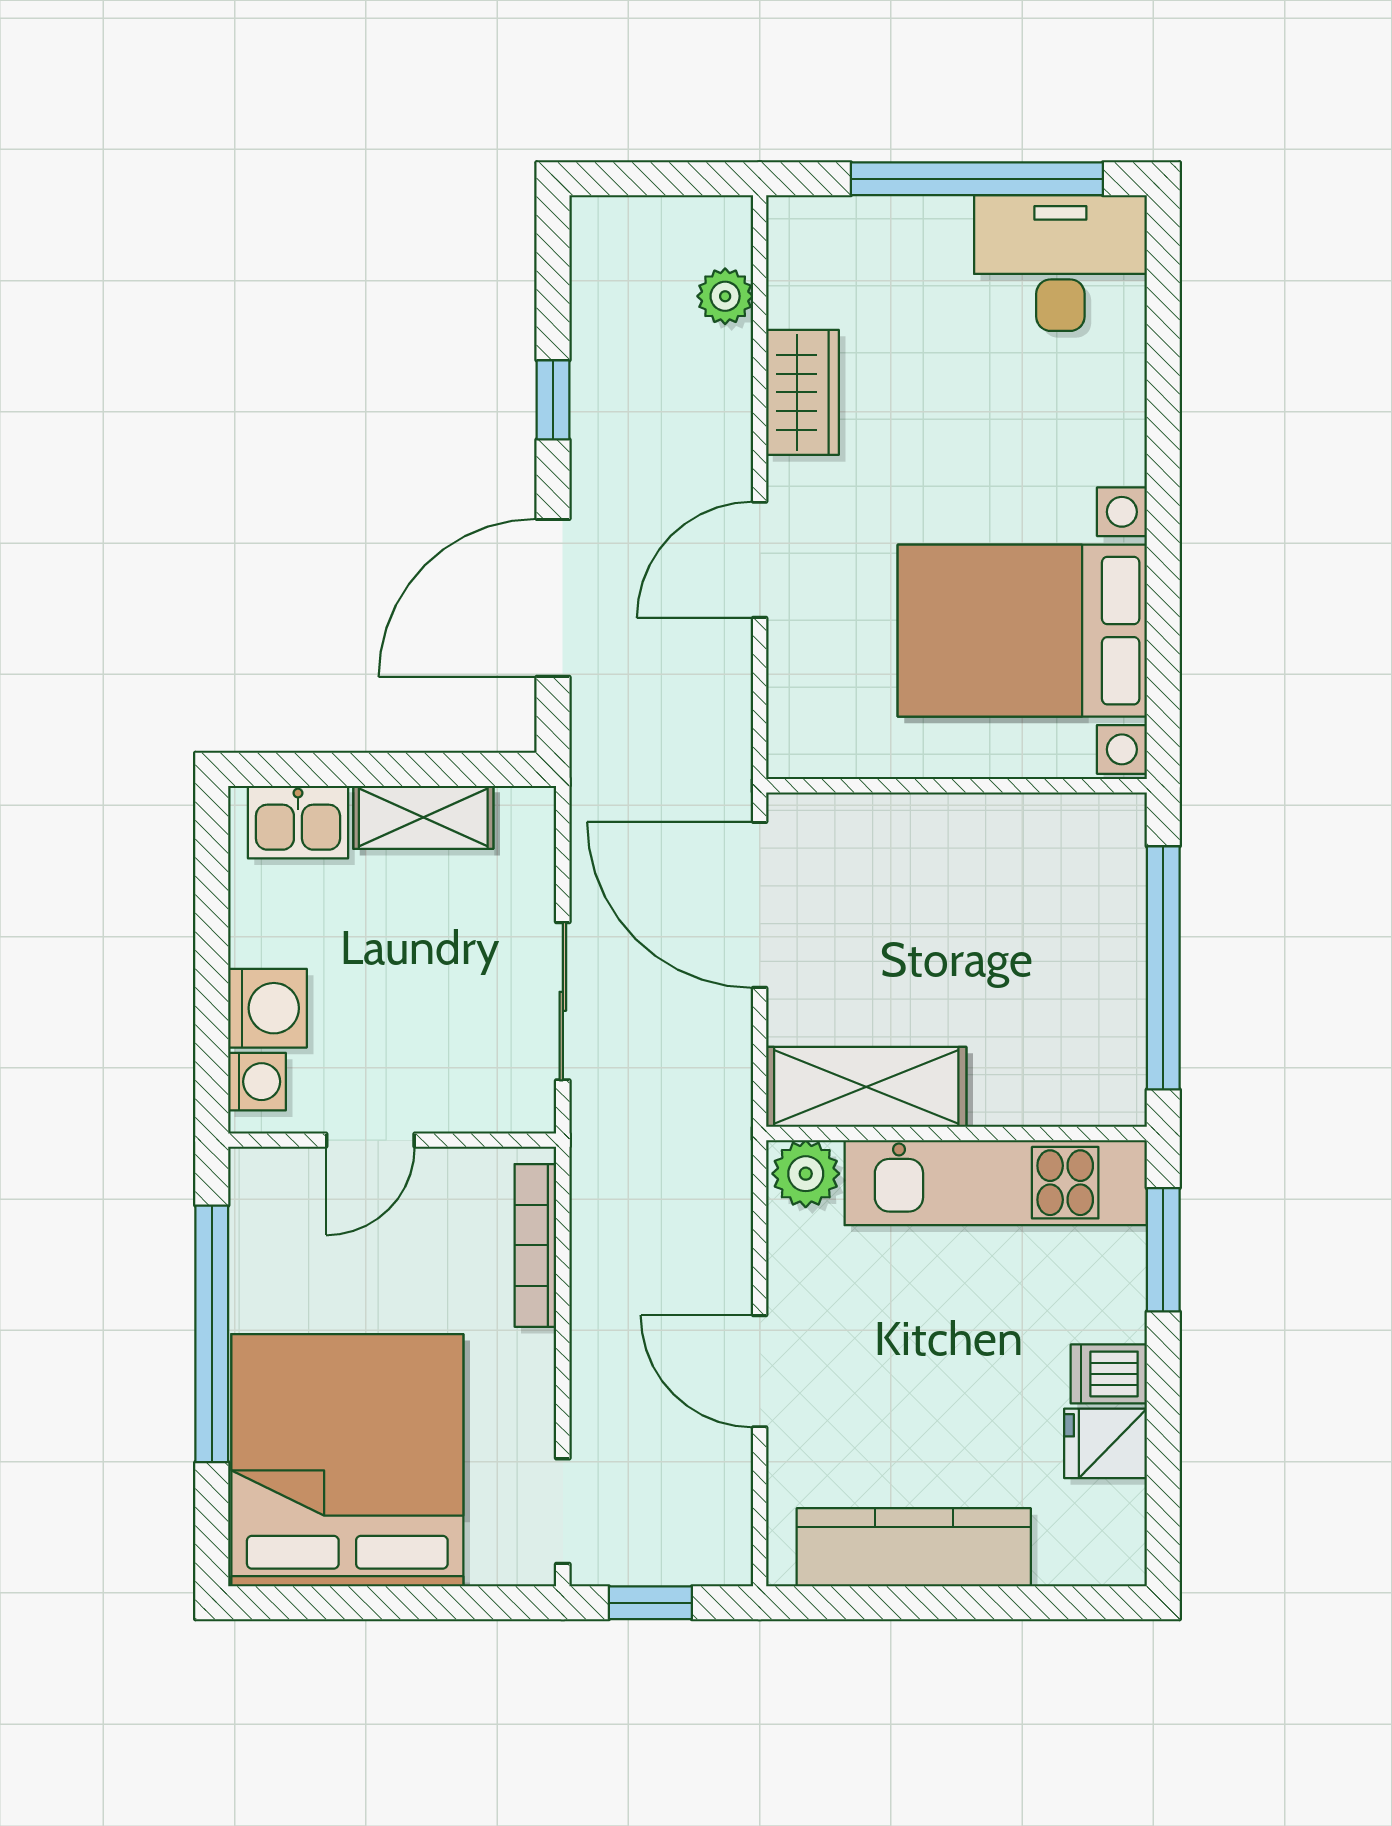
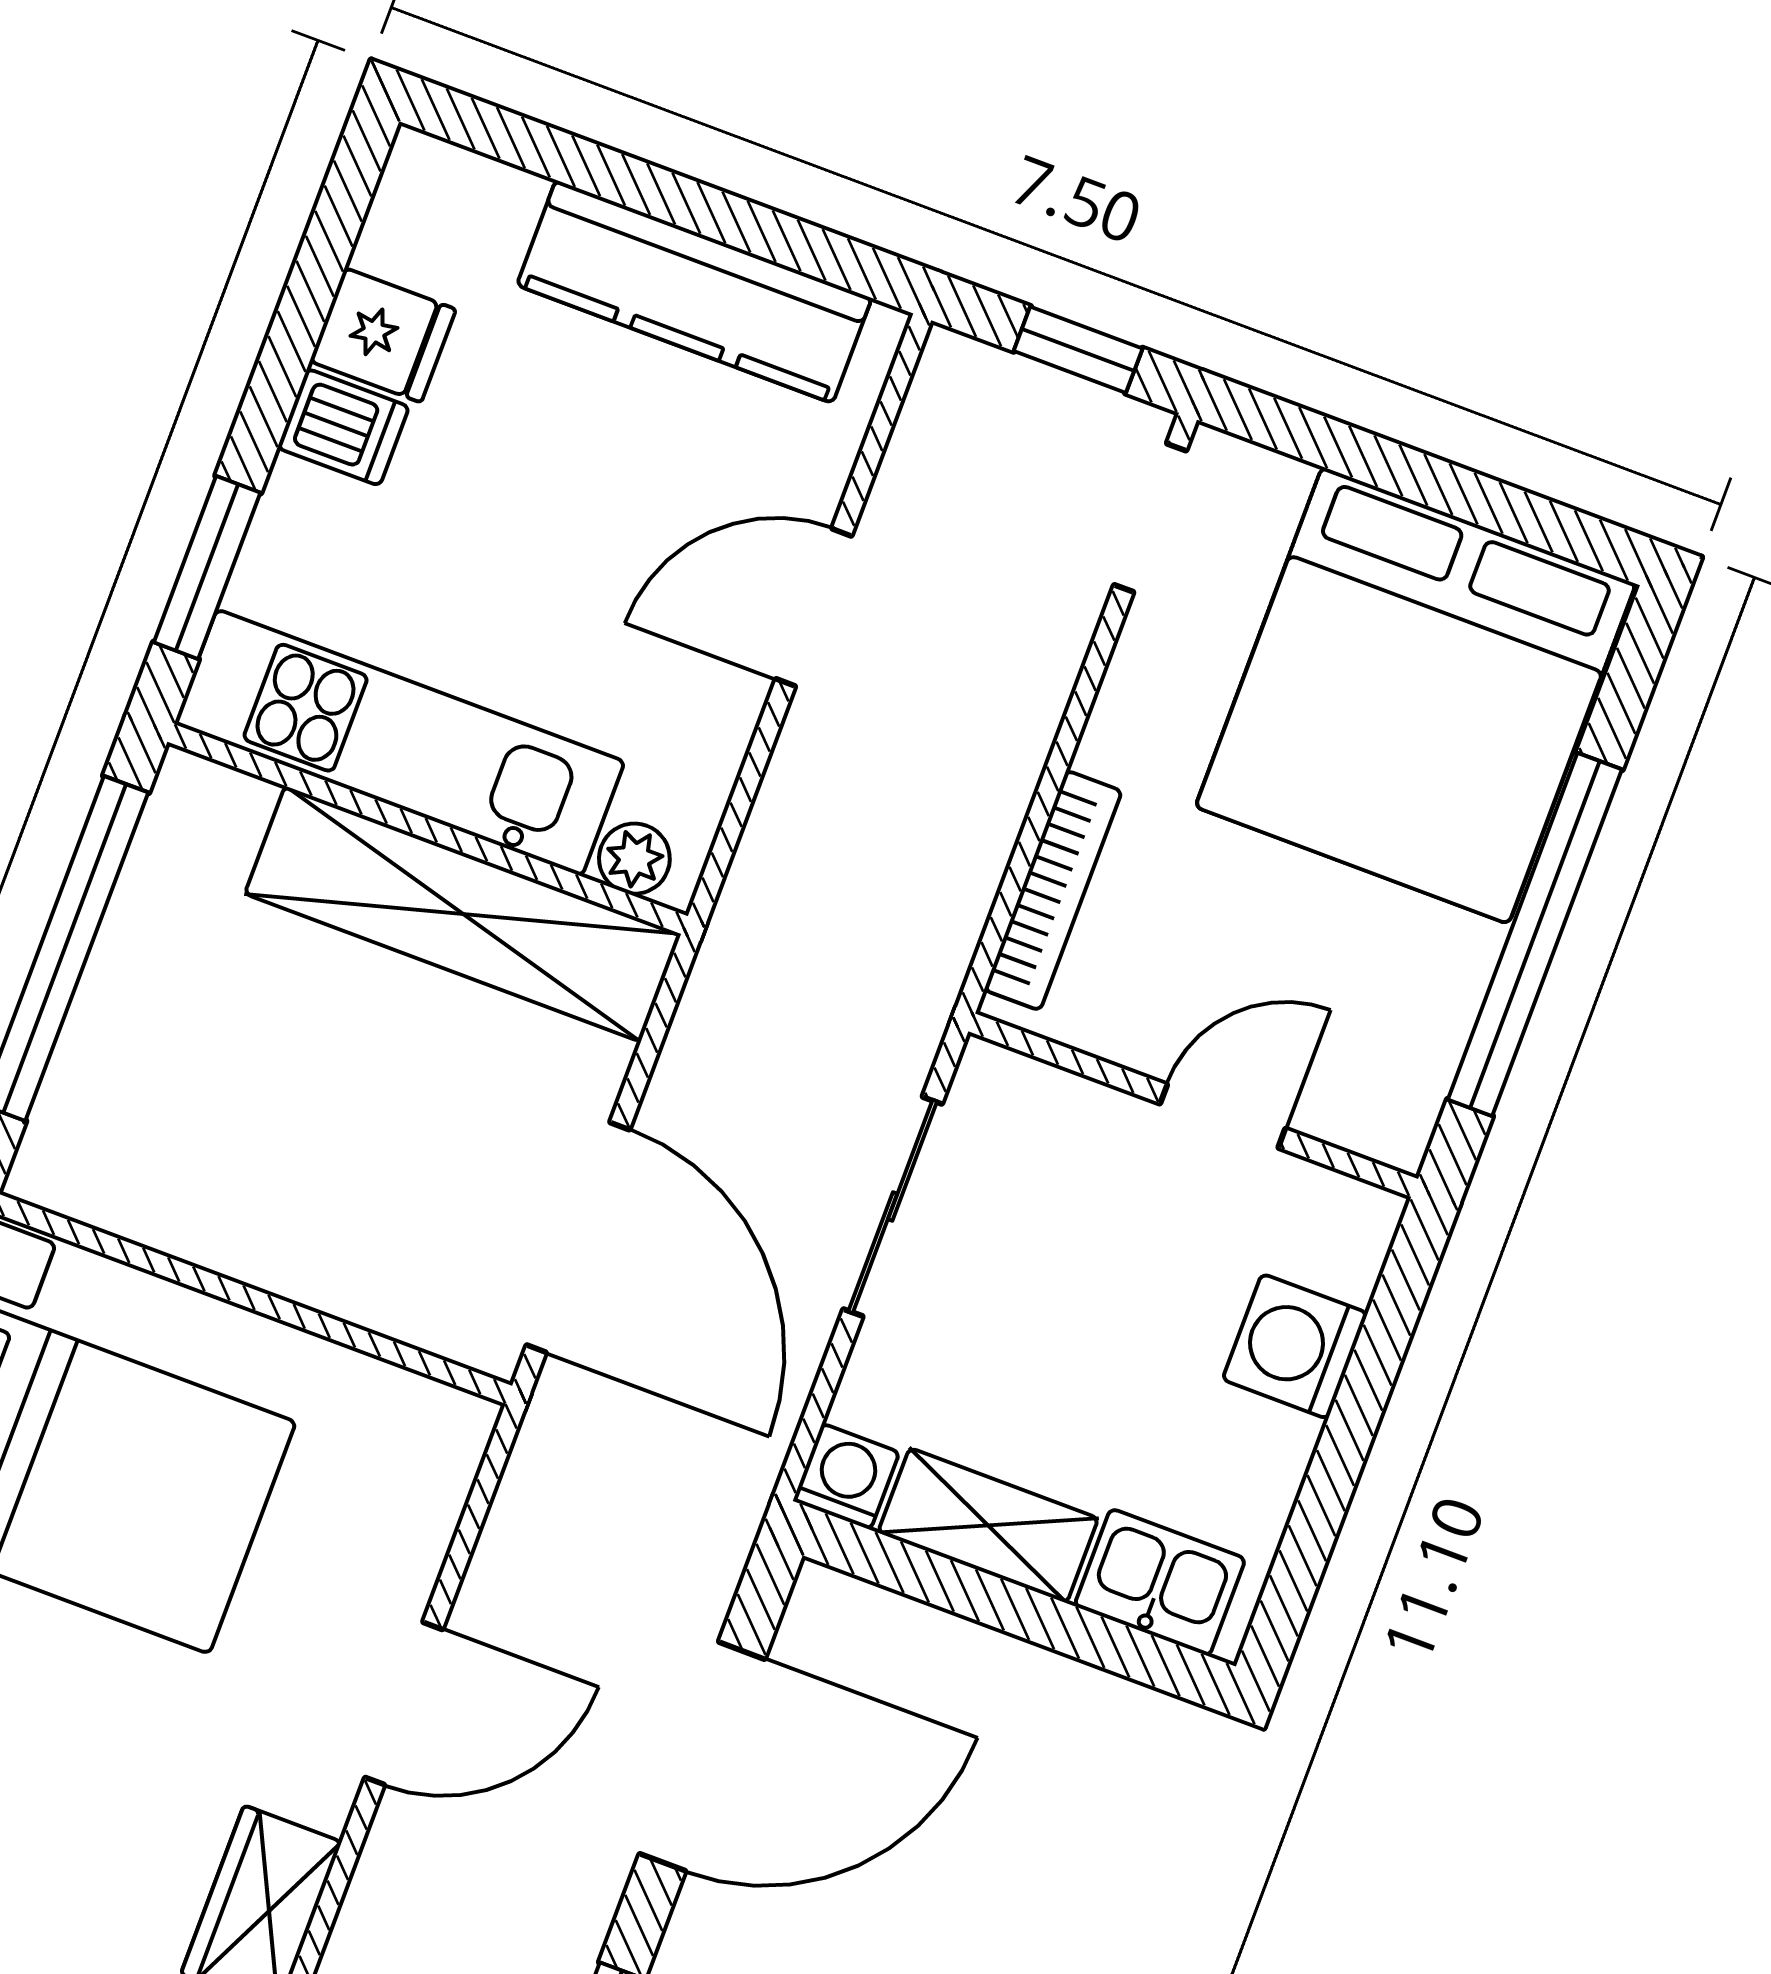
washing machine: (257, 1082) -> (846, 1477), moved, turned 90
shelving: (866, 1087) -> (463, 914), width x1.47
plant: (806, 1174) -> (634, 859), width x0.73, depth x0.73
door: (760, 1371) -> (814, 607), swing flipped

